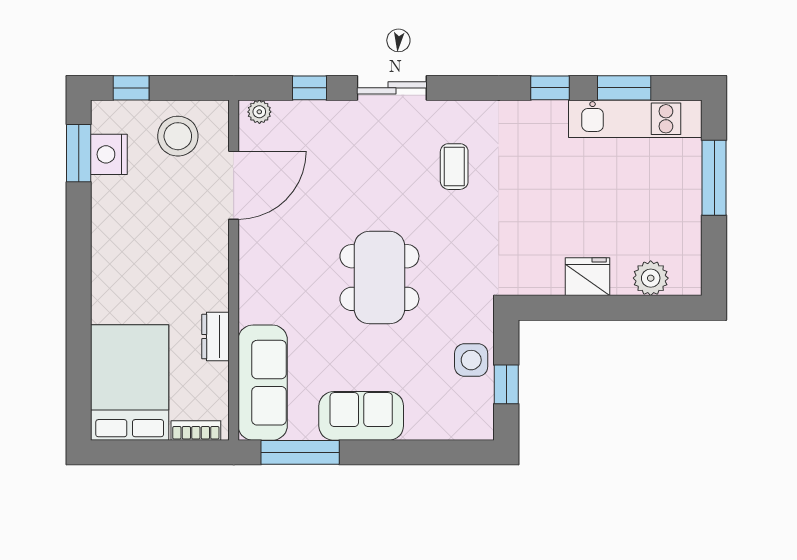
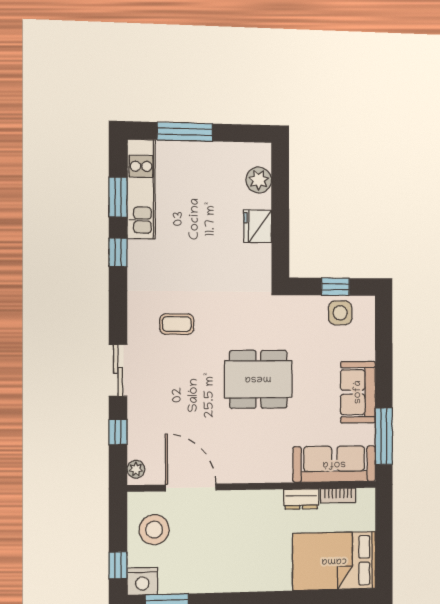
nightstand: (109, 154) -> (142, 581), moved
side table: (471, 360) -> (340, 313), moved
bookcase: (196, 430) -> (338, 496), moved, turned -90

